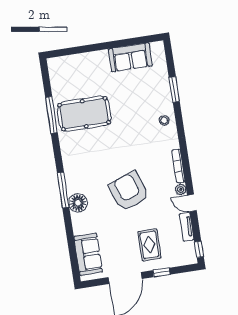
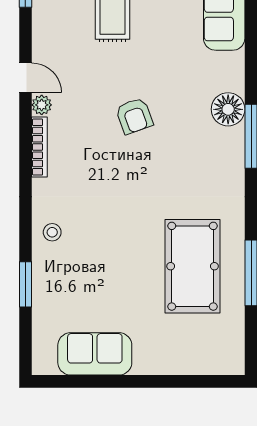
pool table: (84, 114) -> (193, 266), turned 90
armchair: (129, 191) -> (134, 116), width x0.53, depth x0.53
tv unit: (187, 227) -> (41, 37), removed

